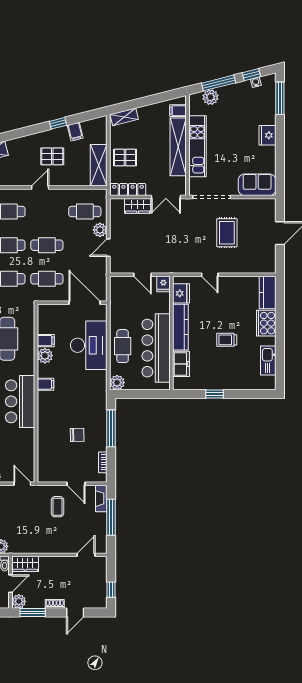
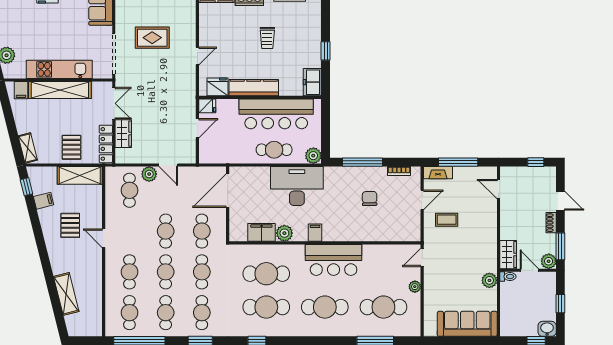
window: (58, 123) -> (26, 187), moved
filing cabinet: (46, 341) -> (261, 232), width x2.00
desk: (89, 345) -> (297, 186), moved
freezer: (181, 364) -> (312, 82), moved, turned -90

